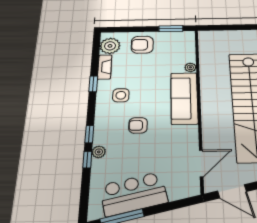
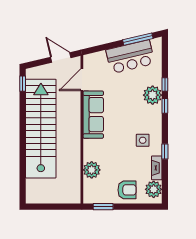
plant: (190, 67) -> (92, 170), width x1.87, depth x1.87
sofa: (184, 98) -> (93, 115), moved
armchair: (138, 125) -> (129, 113), removed
plant: (99, 152) -> (153, 95), width x1.88, depth x1.88

